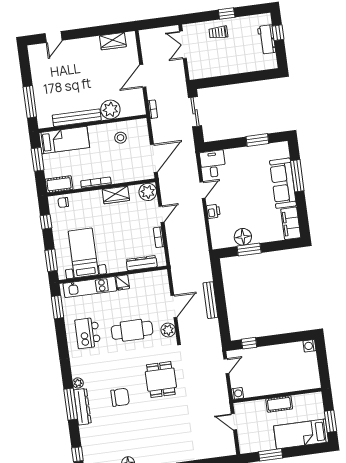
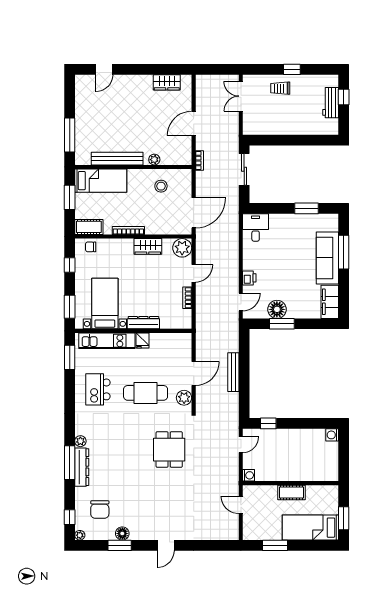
plant: (110, 110) -> (154, 160), width x0.53, depth x0.53
door: (203, 190) -> (241, 302), moved
dresser: (142, 263) -> (143, 323), moved
chair: (120, 397) -> (100, 509), moved, turned 90

